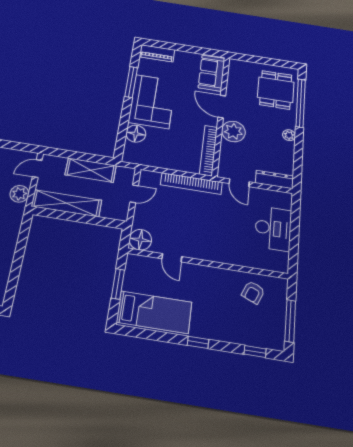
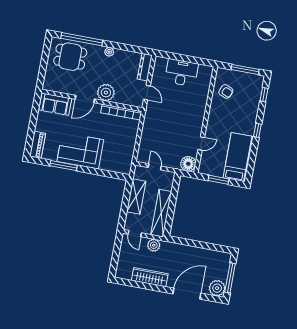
floor lamp: (136, 134) -> (107, 164), removed
door: (239, 183) -> (147, 93), hinge flipped
bookcase: (191, 184) -> (147, 126), removed

